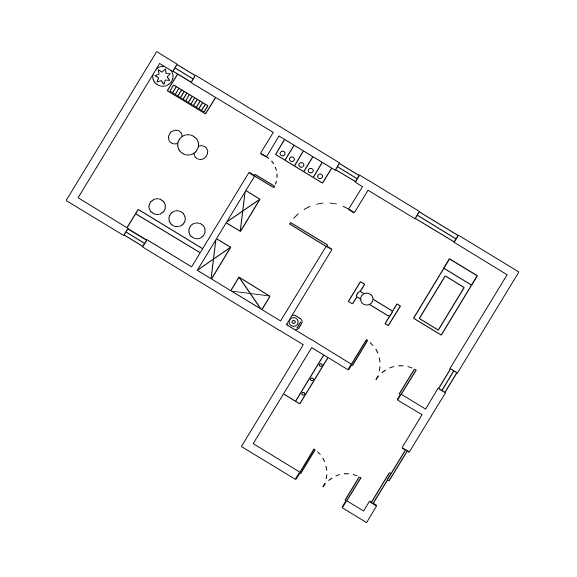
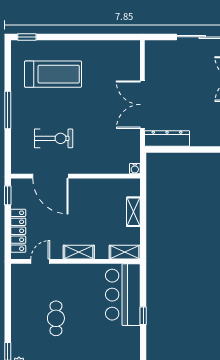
piano: (192, 94) -> (19, 337), removed
exercise bike: (374, 304) -> (54, 138), moved, turned -90
window: (448, 381) -> (27, 37), moved
double door: (375, 382) -> (142, 105), moved

